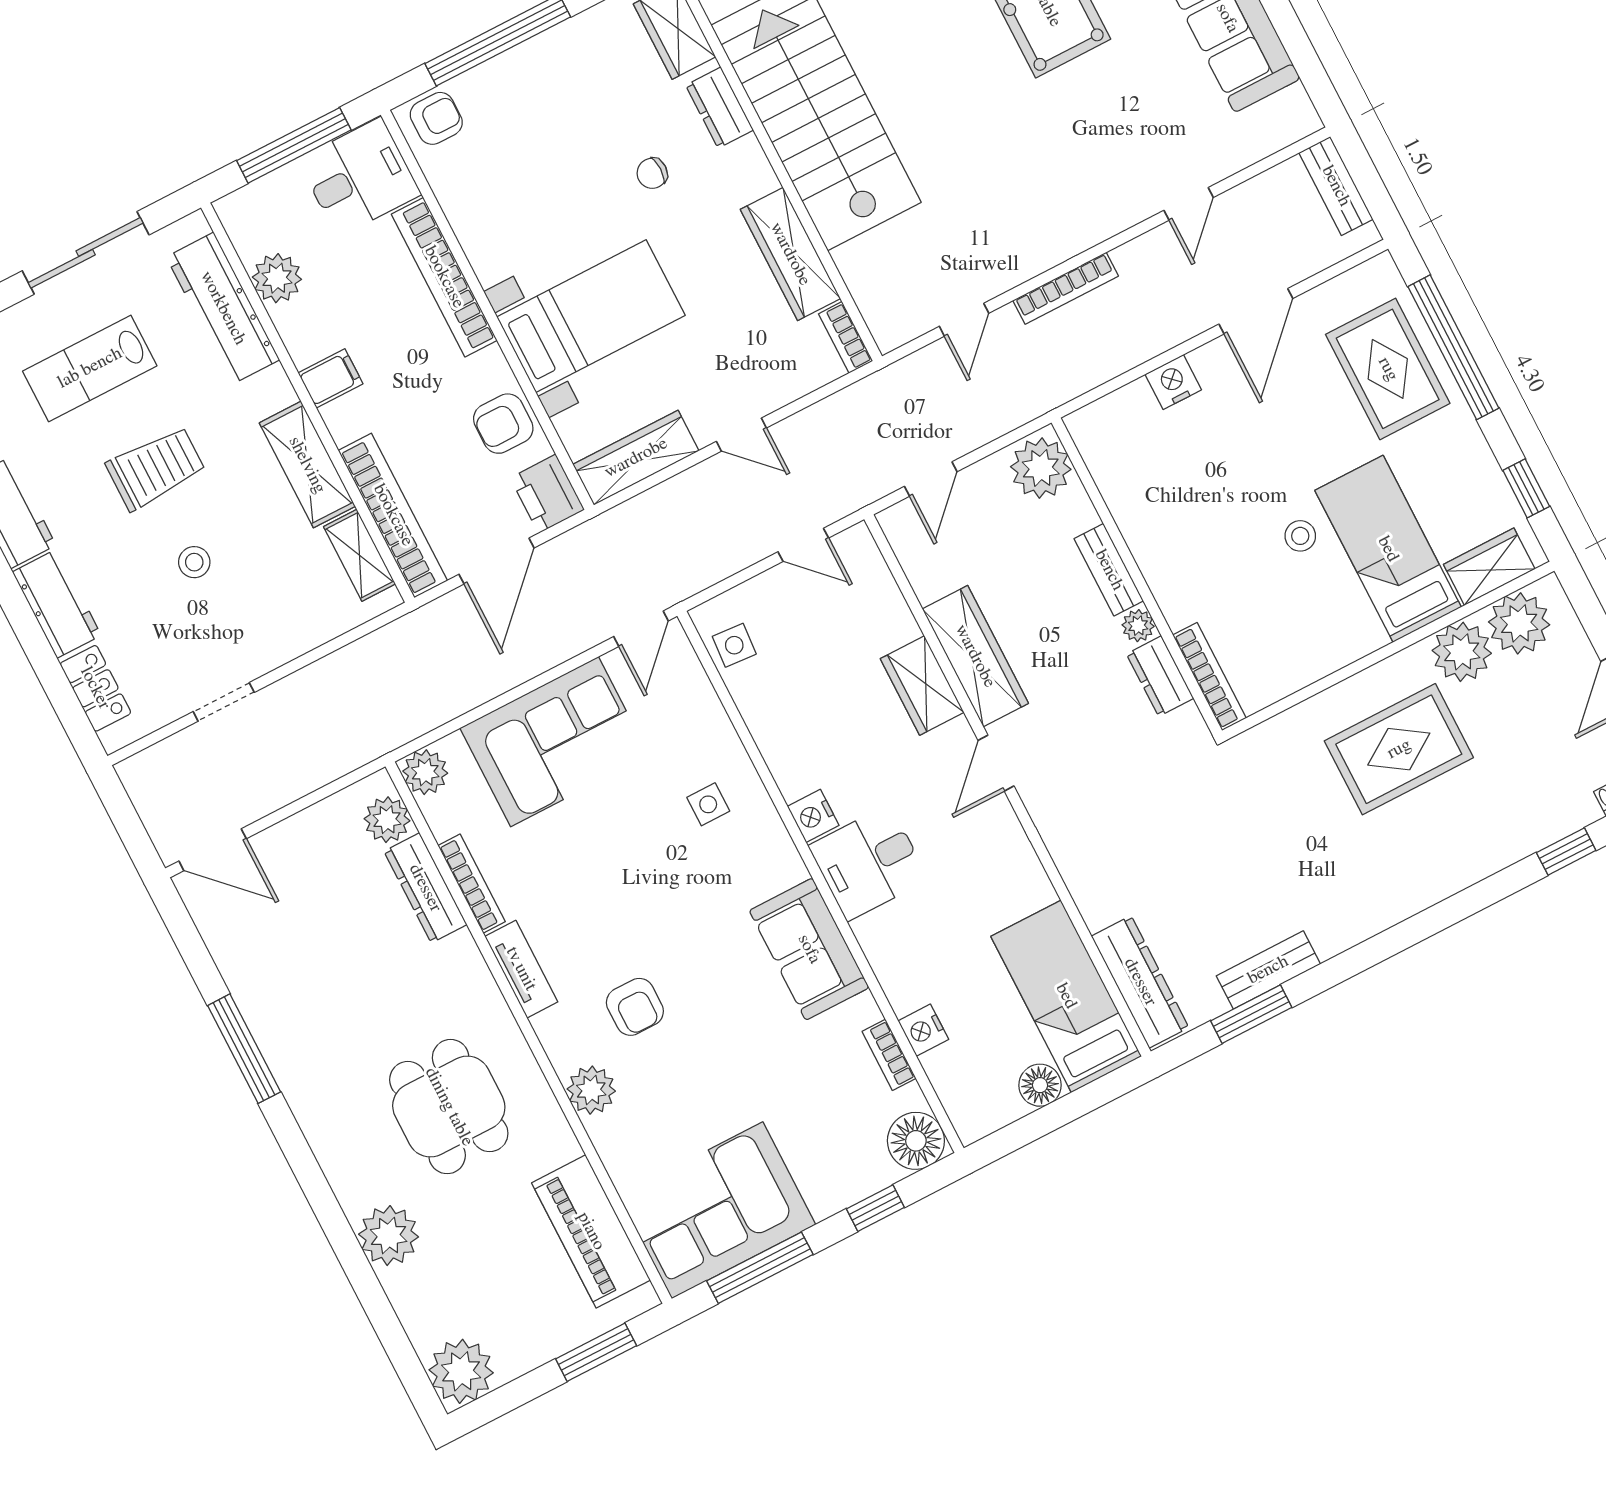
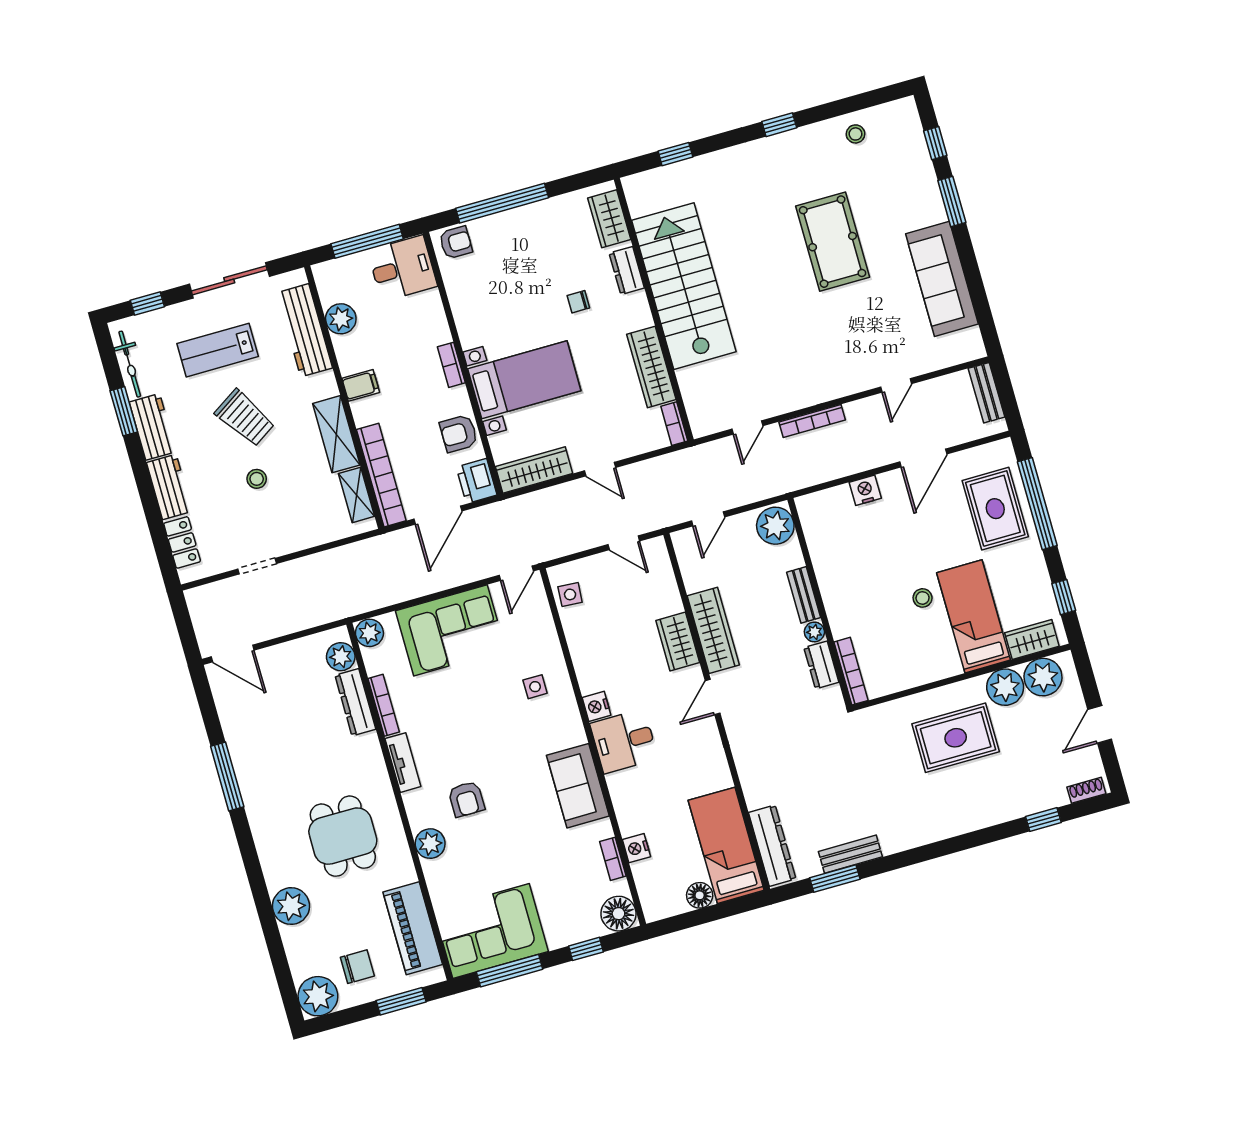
bookcase: (444, 277) -> (451, 365), width x0.43, depth x0.76
trolley: (156, 468) -> (245, 418), turned 57
chair: (515, 1311) -> (357, 967), added

